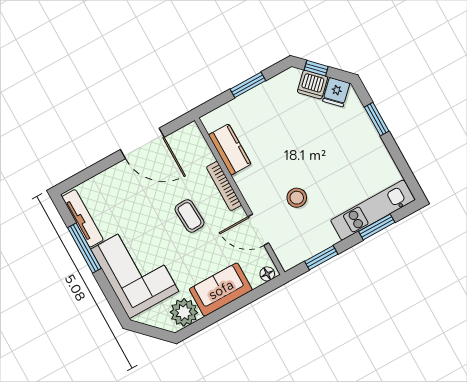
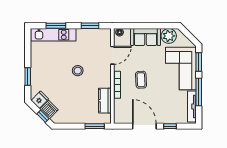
window: (248, 85) -> (95, 126), moved
window: (100, 167) -> (170, 126), added
stool: (297, 198) -> (78, 71), moved
door: (258, 230) -> (112, 55), hinge flipped
window: (111, 297) -> (199, 62), added

